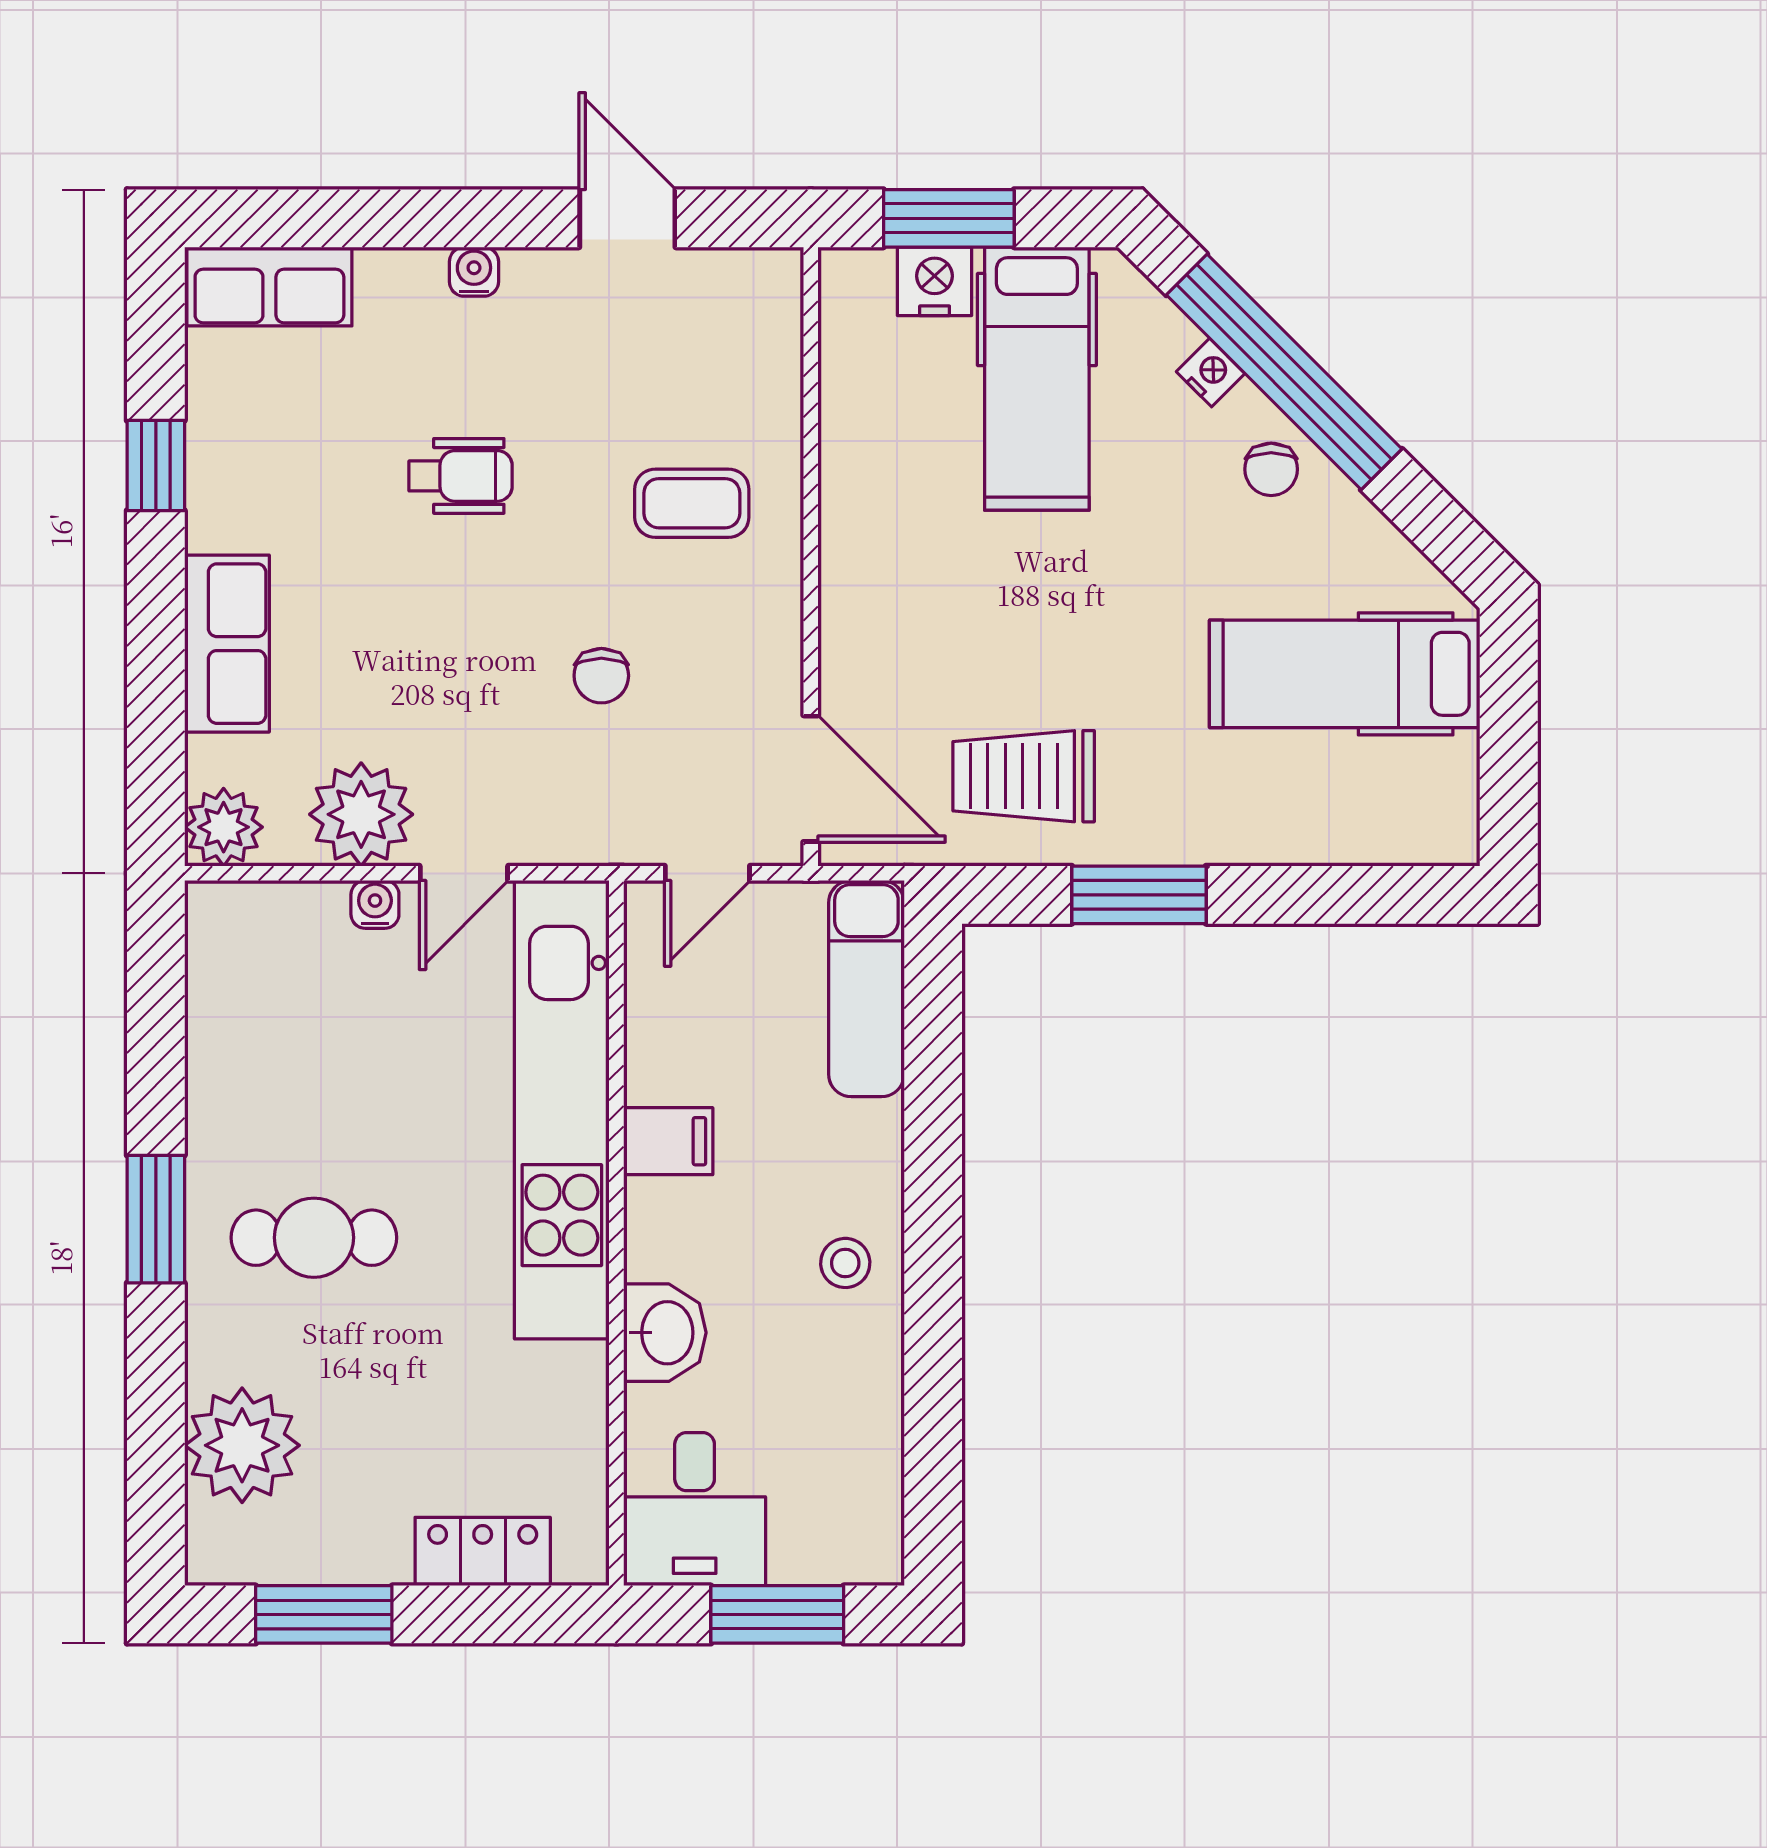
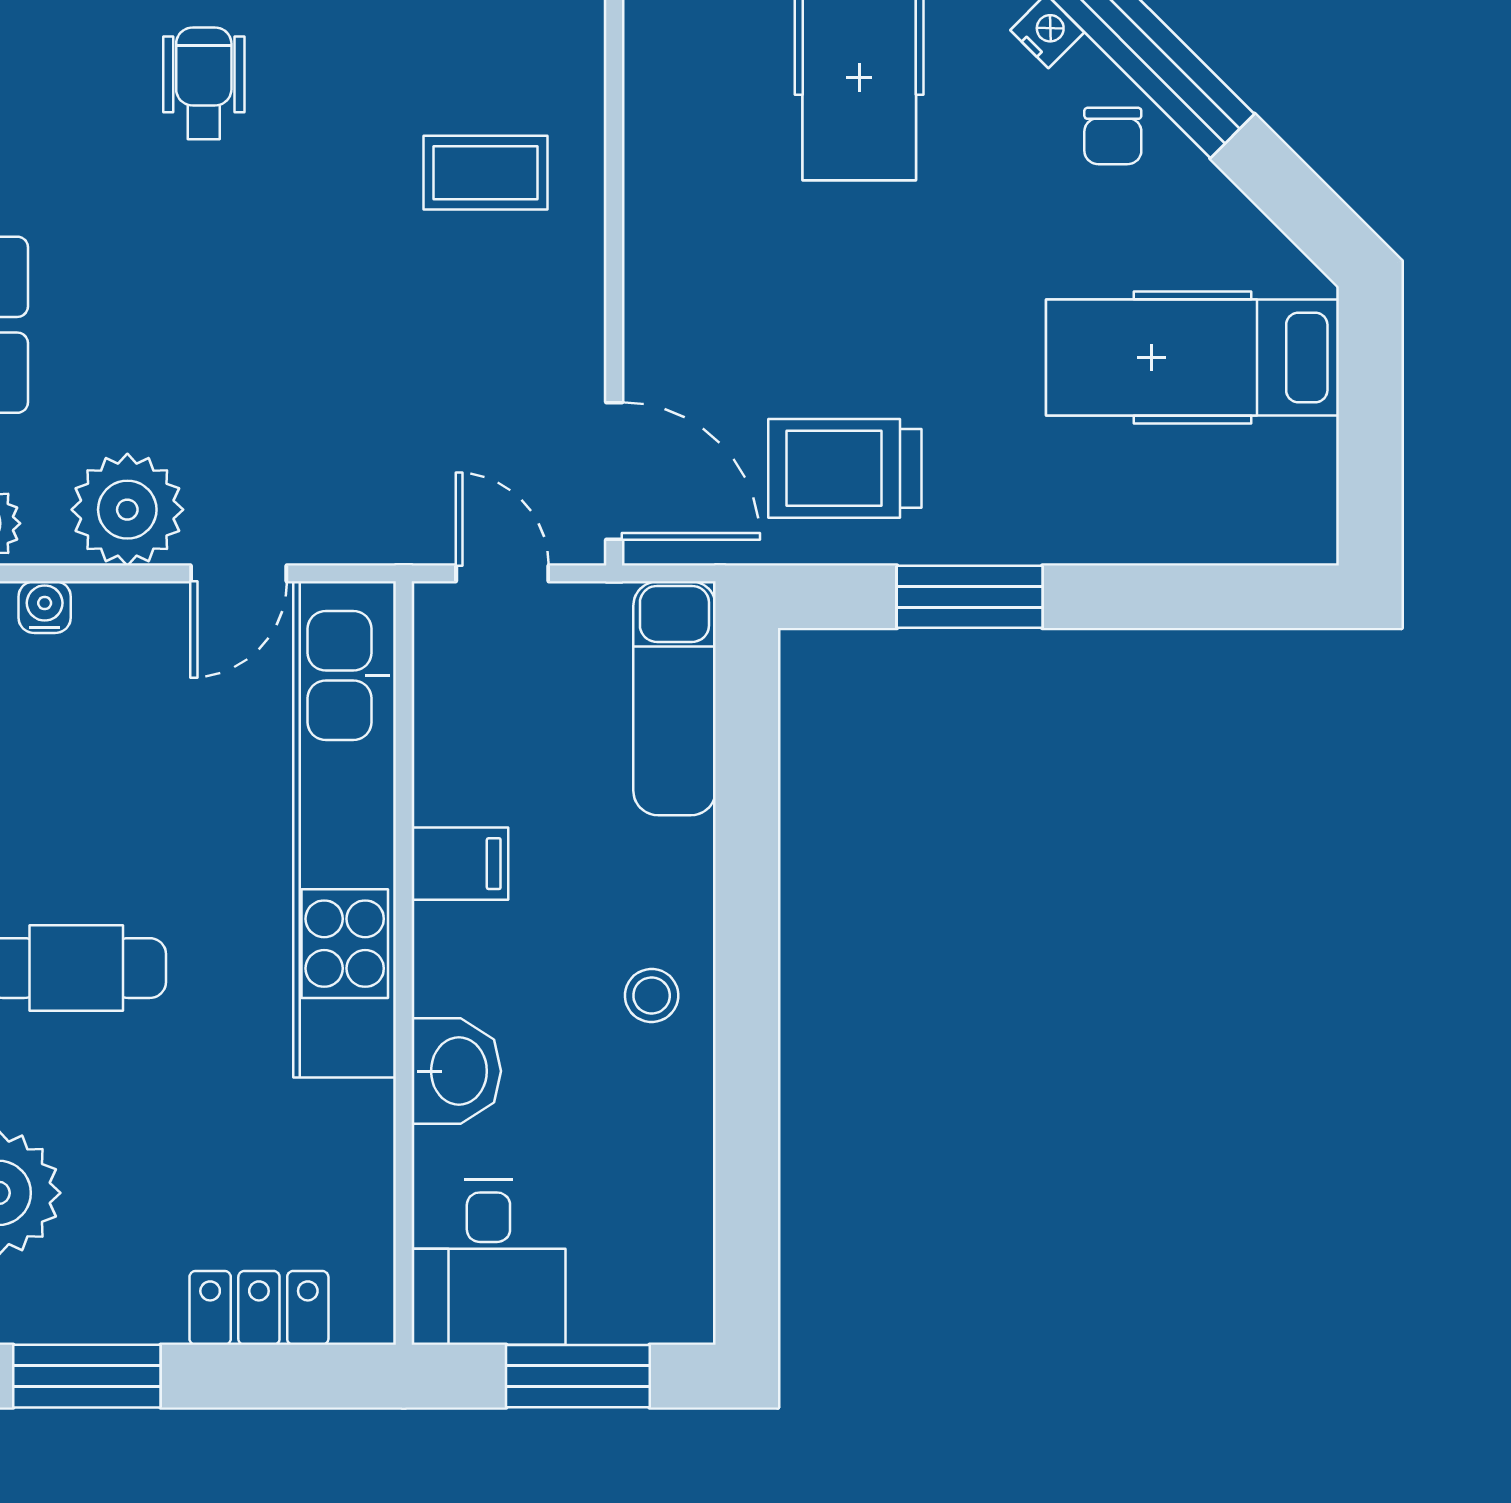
wheelchair: (461, 476) -> (204, 83), moved, turned -90
chair: (601, 676) -> (387, 359), removed
door: (707, 873) -> (502, 573), swing flipped
water cooler: (375, 904) -> (45, 607), moved

